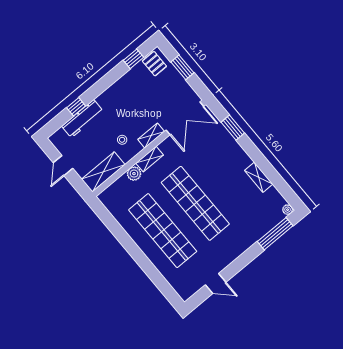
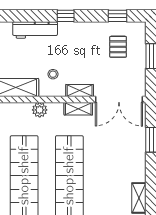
pallet: (154, 64) -> (118, 47), moved
window: (76, 107) -> (66, 16), moved
shelving: (150, 159) -> (78, 109), moved

